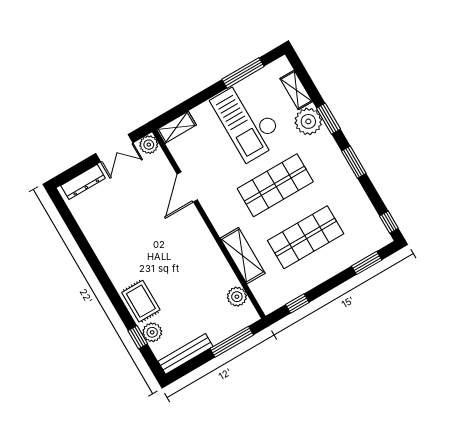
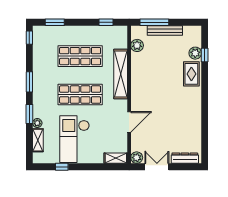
window: (243, 73) -> (62, 167), width x0.46
checkout: (247, 121) -> (75, 139), turned 180
plant: (308, 121) -> (37, 123), width x0.53, depth x0.53
shelving: (243, 256) -> (121, 74), width x1.47
bench: (185, 354) -> (165, 31), moved

